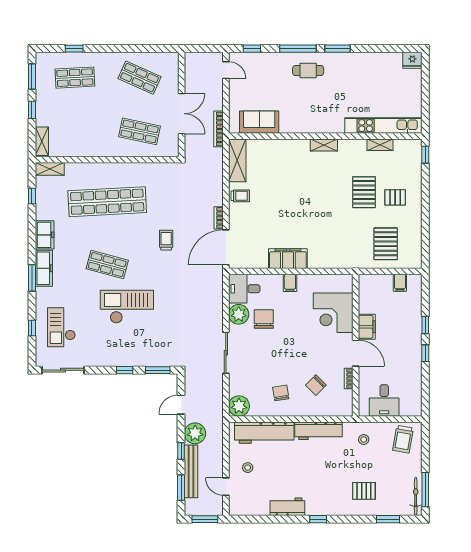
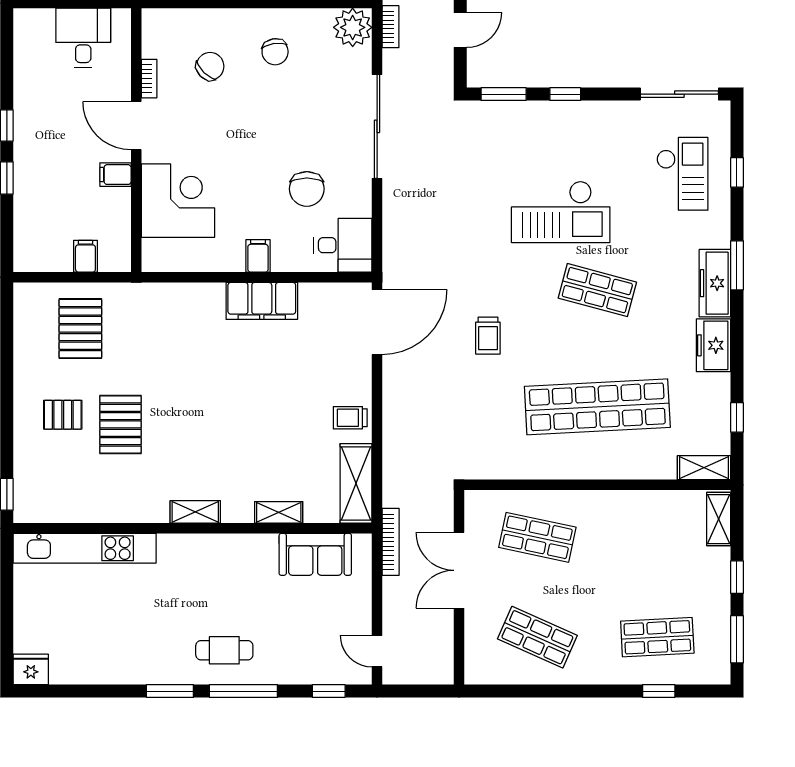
shelving: (380, 145) -> (279, 512), moved
bookcase: (219, 218) -> (391, 27), moved
filing cabinet: (400, 283) -> (85, 256), moved
plant: (239, 314) -> (353, 198), removed
filing cabinet: (367, 327) -> (115, 175), width x0.50
sliding door: (226, 353) -> (377, 126), width x1.36

